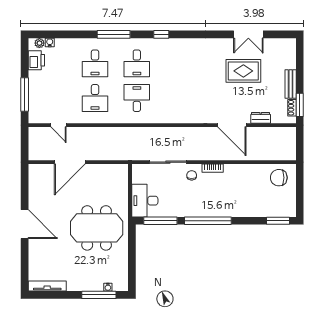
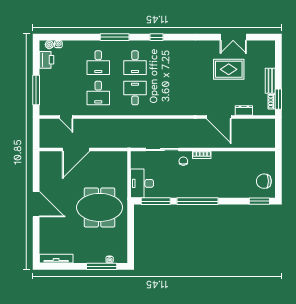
chair: (279, 178) -> (264, 181), moved

